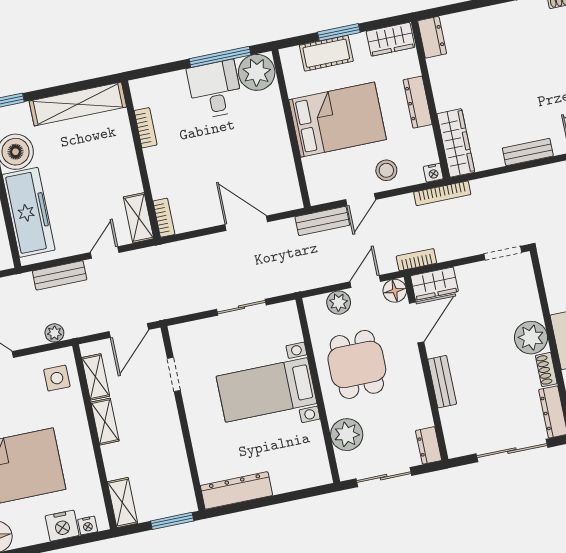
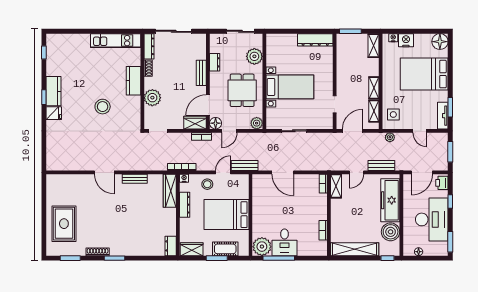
dresser: (418, 102) -> (185, 205), moved
plant: (339, 303) -> (257, 123), moved
plant: (531, 338) -> (152, 98), moved
dresser: (429, 445) -> (215, 62), moved

